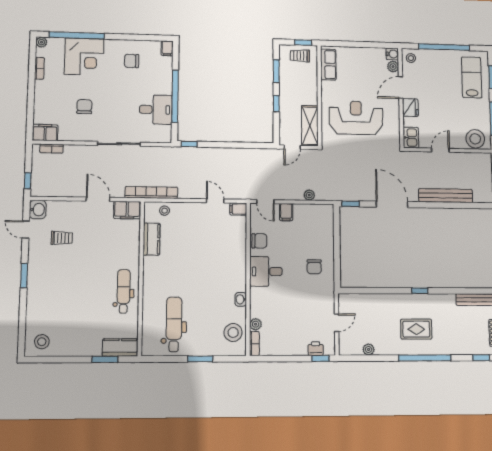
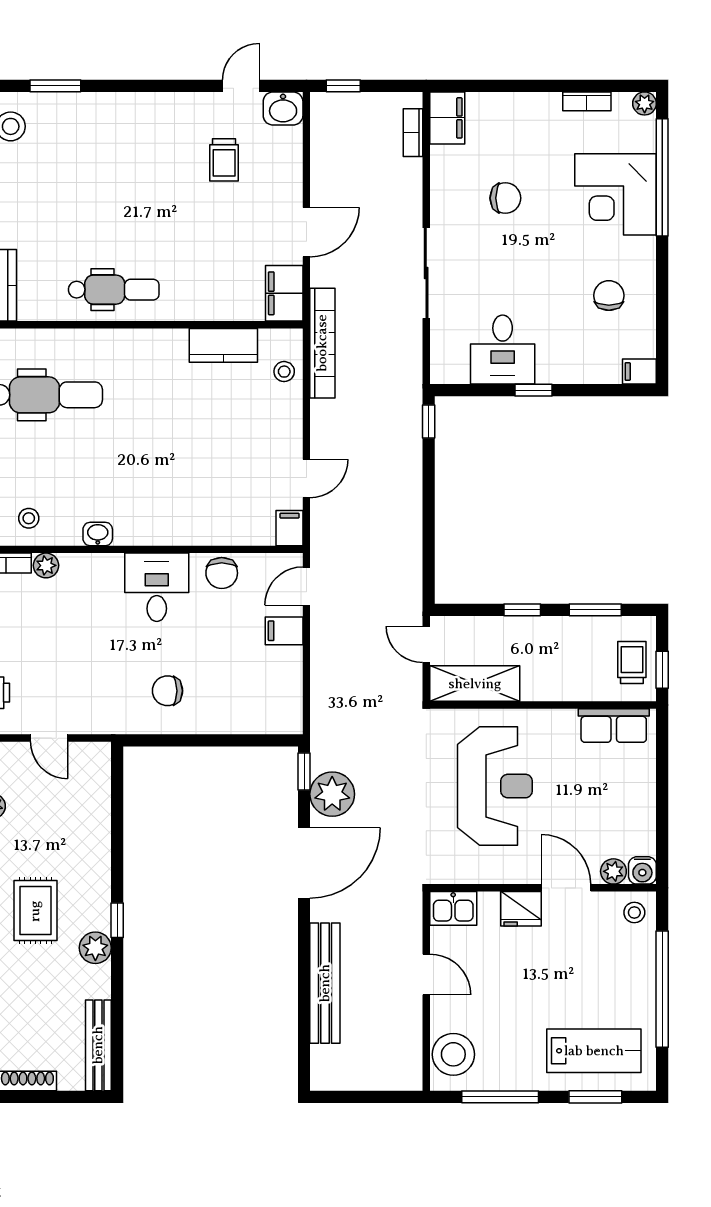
window: (175, 96) -> (533, 390), width x0.32
plant: (309, 195) -> (332, 794), moved, width x1.88, depth x1.88
window: (24, 276) -> (55, 86), moved
plant: (433, 301) -> (95, 948), added
stool: (233, 333) -> (29, 518), width x0.53, depth x0.53

